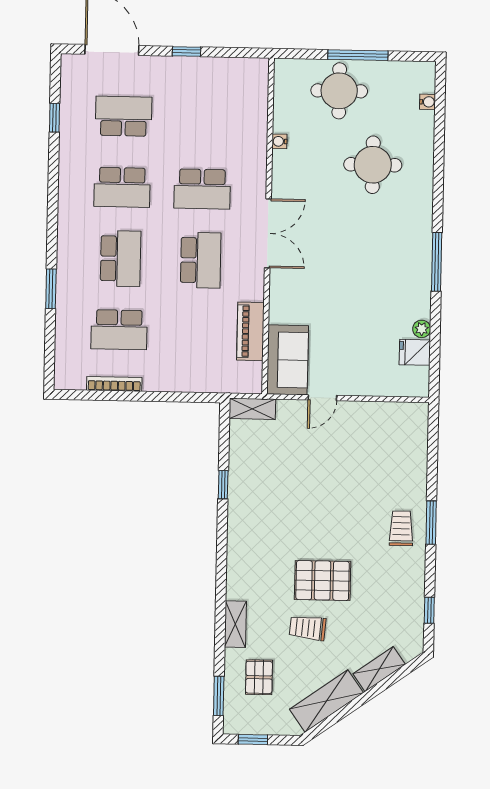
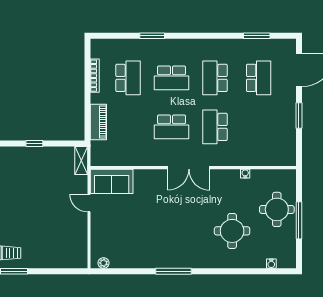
window: (186, 51) -> (299, 116), width x1.50
window: (55, 118) -> (257, 36), width x1.50
plant: (422, 329) -> (103, 263), moved
school desk: (119, 330) -> (128, 78), turned 180
piano: (250, 331) -> (98, 122), moved, turned 90
fridge: (415, 352) -> (118, 259), removed

